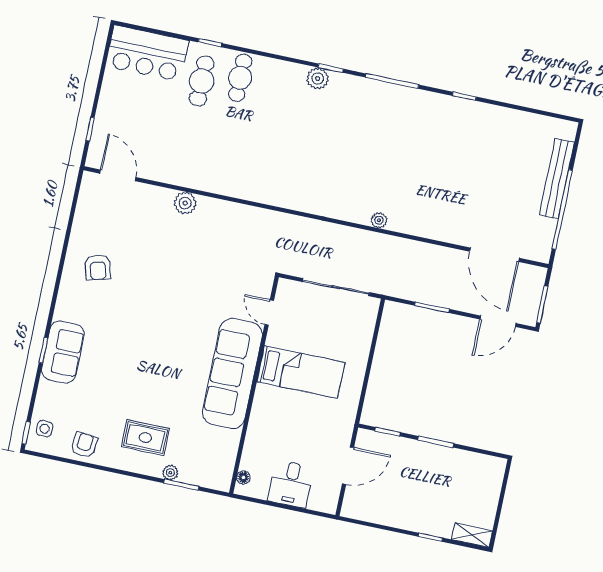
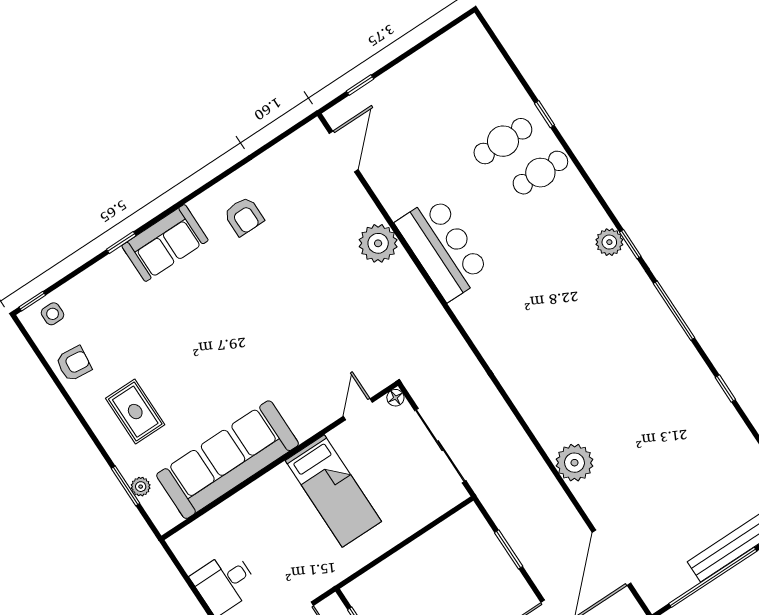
bar counter: (147, 53) -> (443, 248), moved, turned 180
plant: (185, 203) -> (378, 243), width x1.36, depth x1.36
plant: (379, 220) -> (575, 463), moved, width x1.88, depth x1.88
armchair: (98, 267) -> (244, 216), turned -75
sofa: (63, 352) -> (165, 243), moved
sofa: (232, 374) -> (228, 460), moved
plant: (170, 473) -> (141, 487), moved
floor lamp: (243, 477) -> (395, 398), moved

